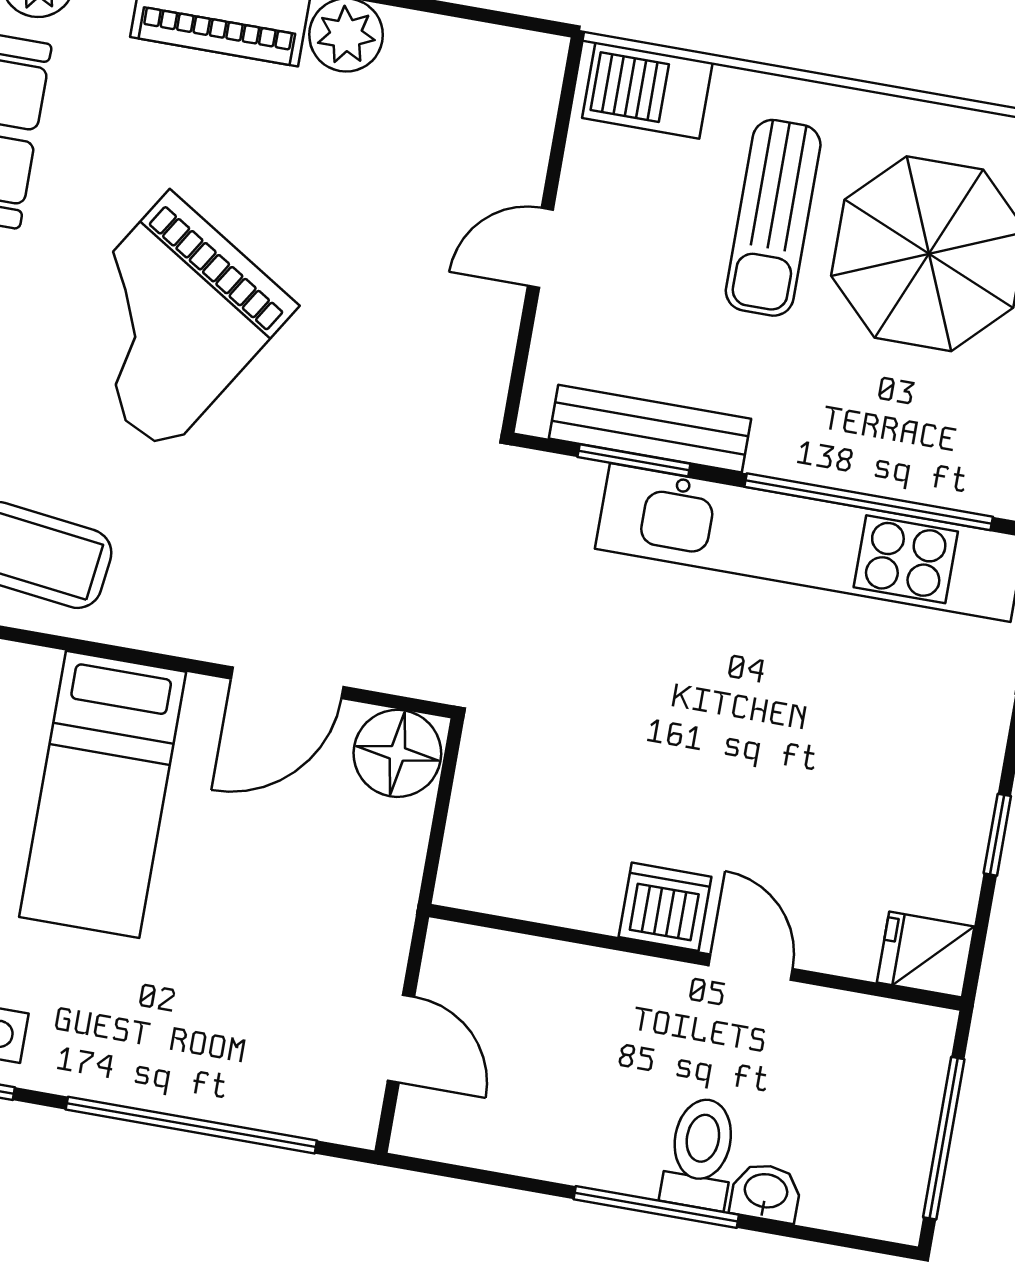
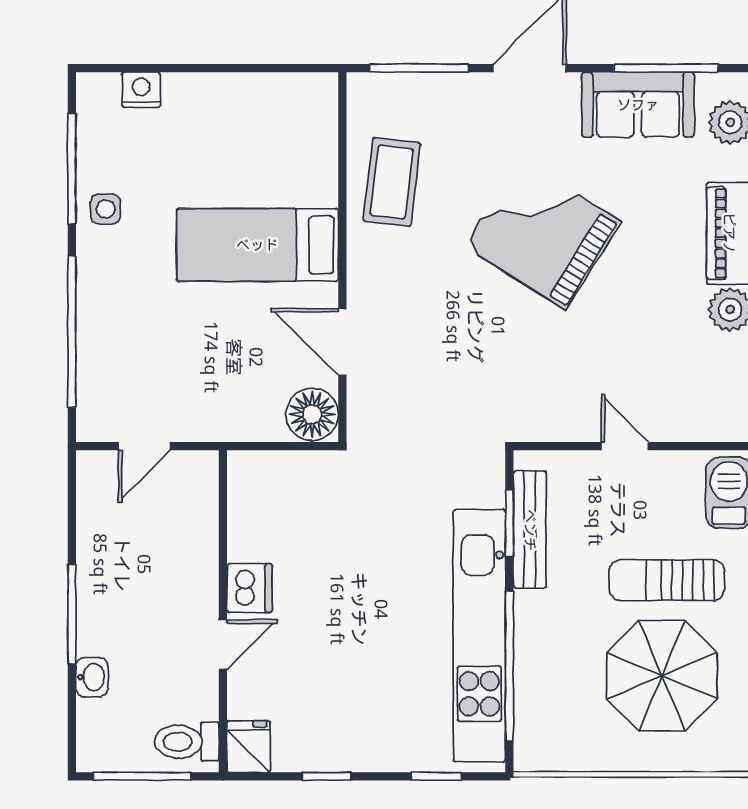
toilet: (700, 1153) -> (187, 742), moved, turned 180

